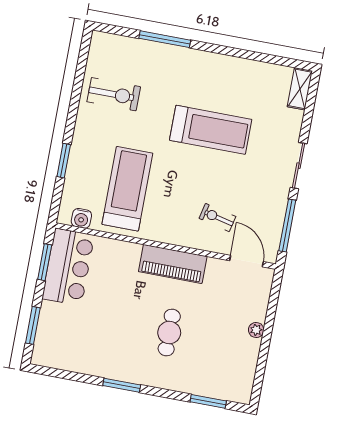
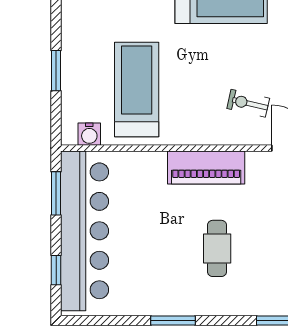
bar counter: (68, 267) -> (85, 231), width x1.86
window: (33, 325) -> (56, 270), width x0.67

